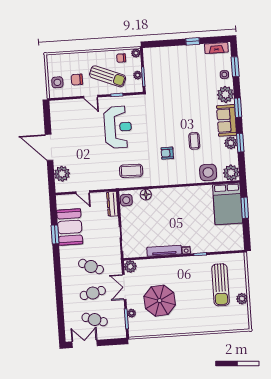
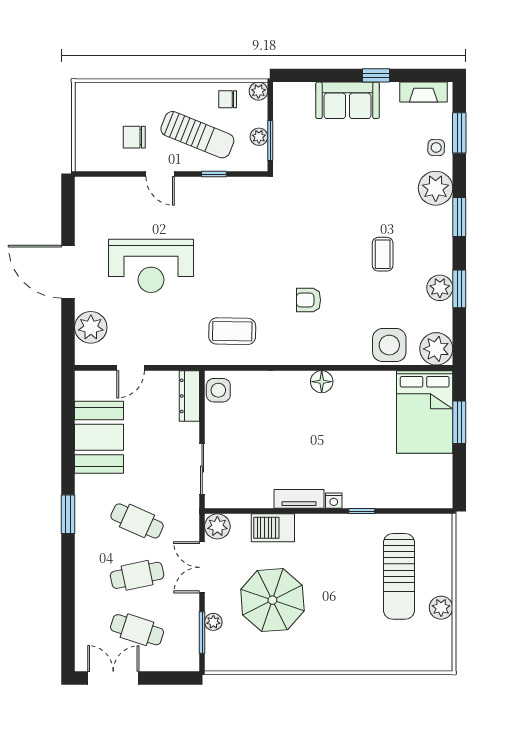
side table: (57, 82) -> (94, 140), removed
sofa: (227, 120) -> (348, 100), moved, turned -90
reception desk: (118, 127) -> (151, 266), moved, turned 90
coffee table: (194, 141) -> (383, 254), moved
door: (83, 192) -> (131, 368), hinge flipped
floor lamp: (146, 195) -> (322, 382), moved
window: (55, 234) -> (68, 514), moved
tv unit: (164, 251) -> (299, 499), width x0.71
barbecue: (157, 265) -> (273, 528), added

